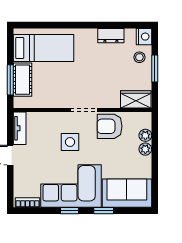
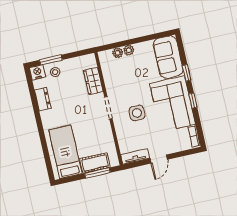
window: (155, 68) -> (51, 60), moved
wardrobe: (136, 99) -> (93, 81), moved
armchair: (110, 126) -> (117, 84), removed

